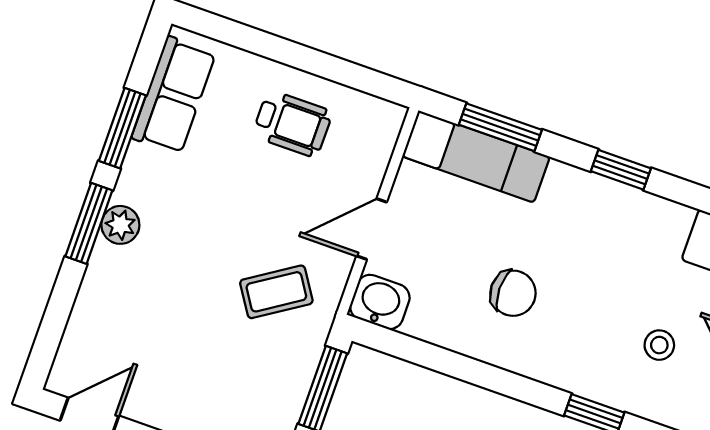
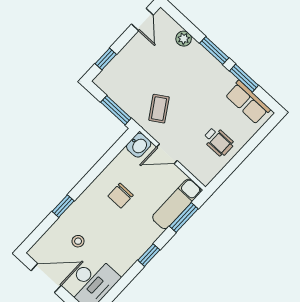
wheelchair: (292, 124) -> (218, 141), turned -90
plant: (120, 225) -> (184, 39), moved
door: (372, 229) -> (167, 154), swing flipped

